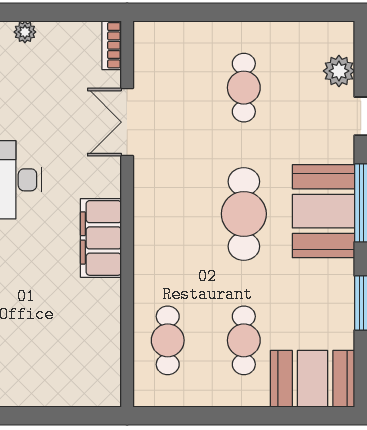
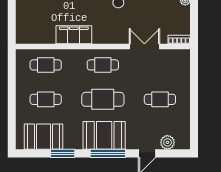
cafe table: (168, 214) -> (103, 65), added
filing cabinet: (101, 238) -> (74, 35), moved
booth: (313, 379) -> (43, 137), moved, turned 90

